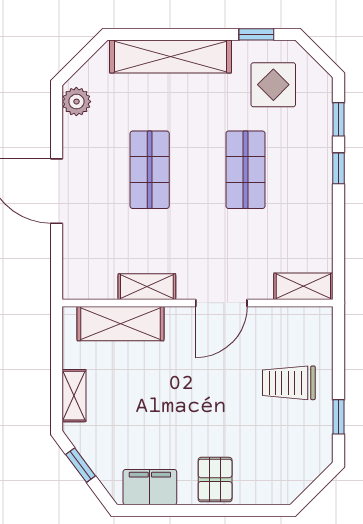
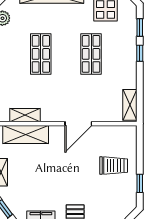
shelving: (303, 286) -> (130, 105), moved, turned 90
shelving: (147, 287) -> (25, 115), moved
trolley: (289, 383) -> (114, 166), turned 180

